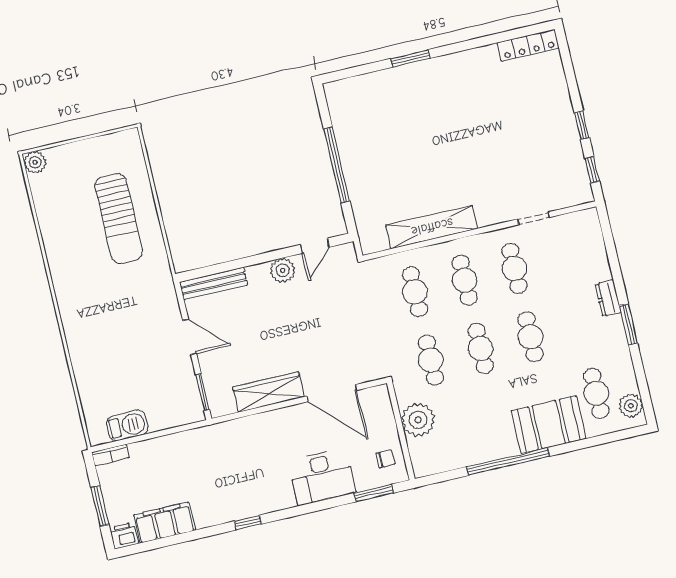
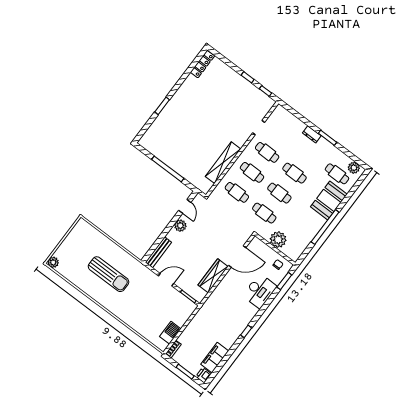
sun lounger: (119, 219) -> (109, 274), moved

